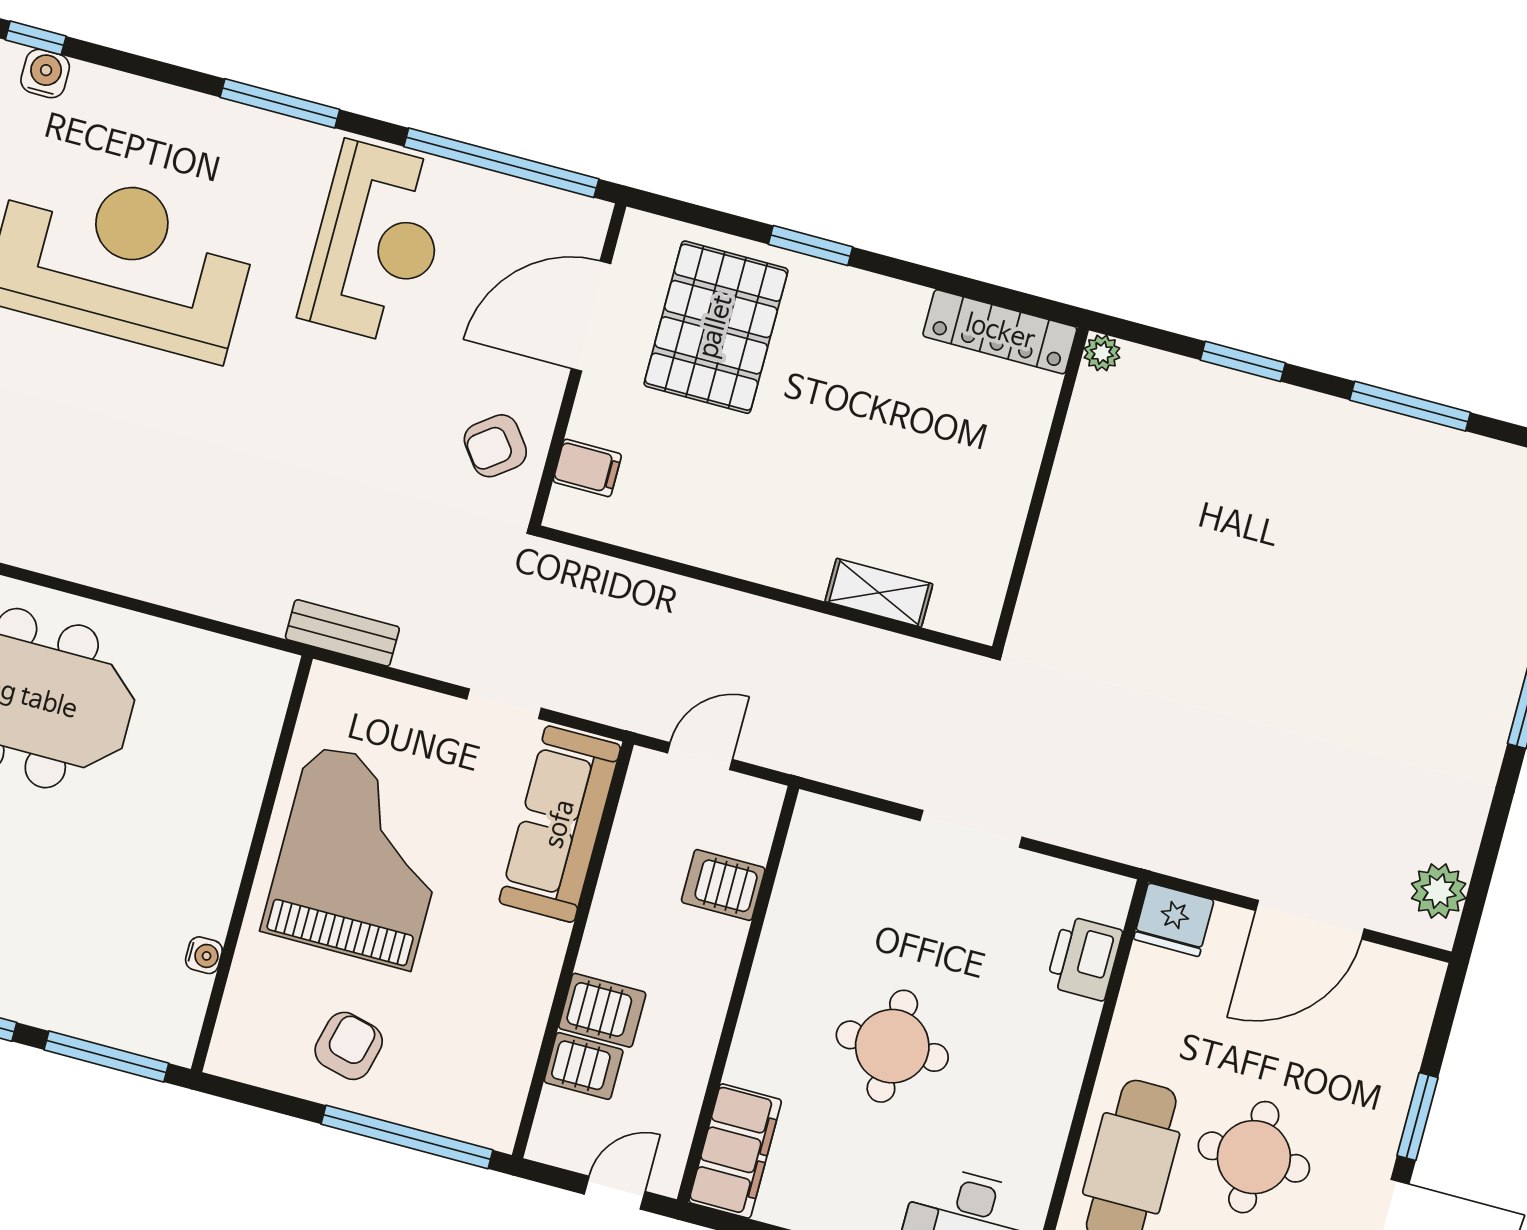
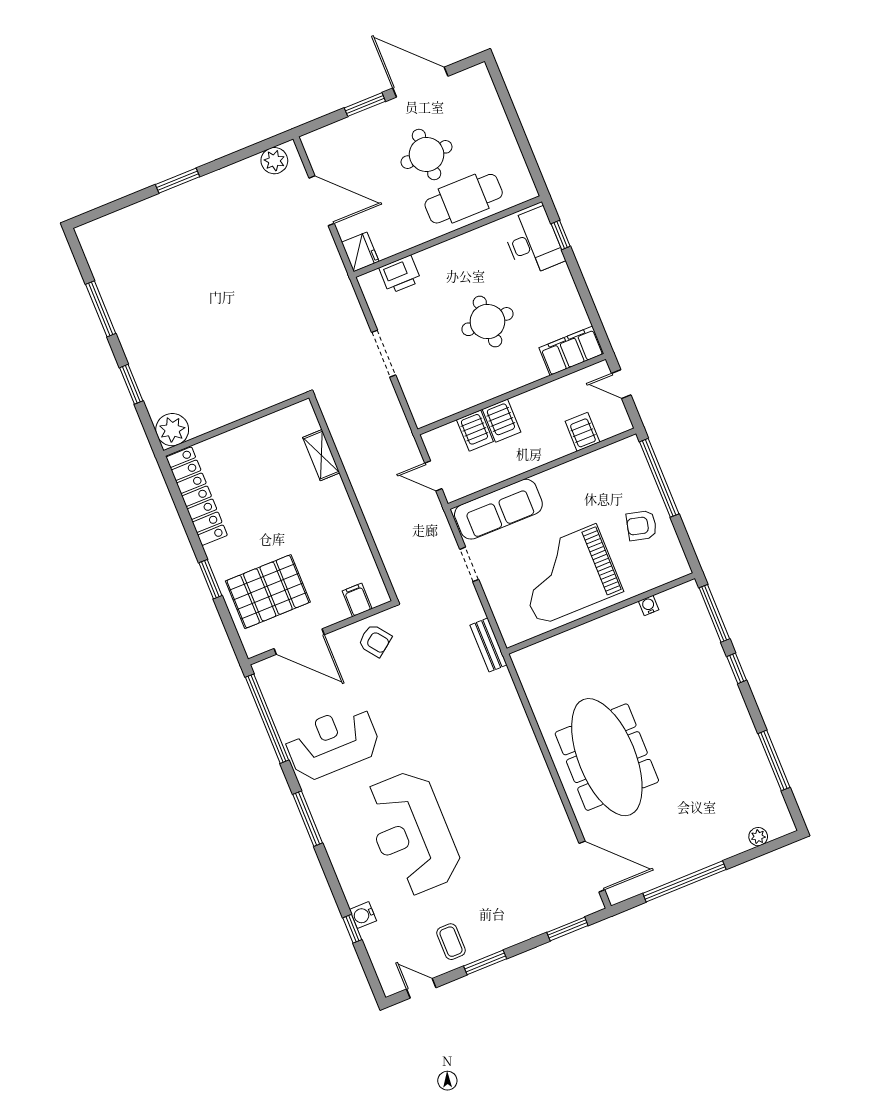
locker: (1000, 332) -> (197, 496), width x1.41, depth x1.21
plant: (1102, 353) -> (172, 430), width x1.87, depth x1.87
server rack: (602, 1010) -> (502, 421), moved, turned 180

